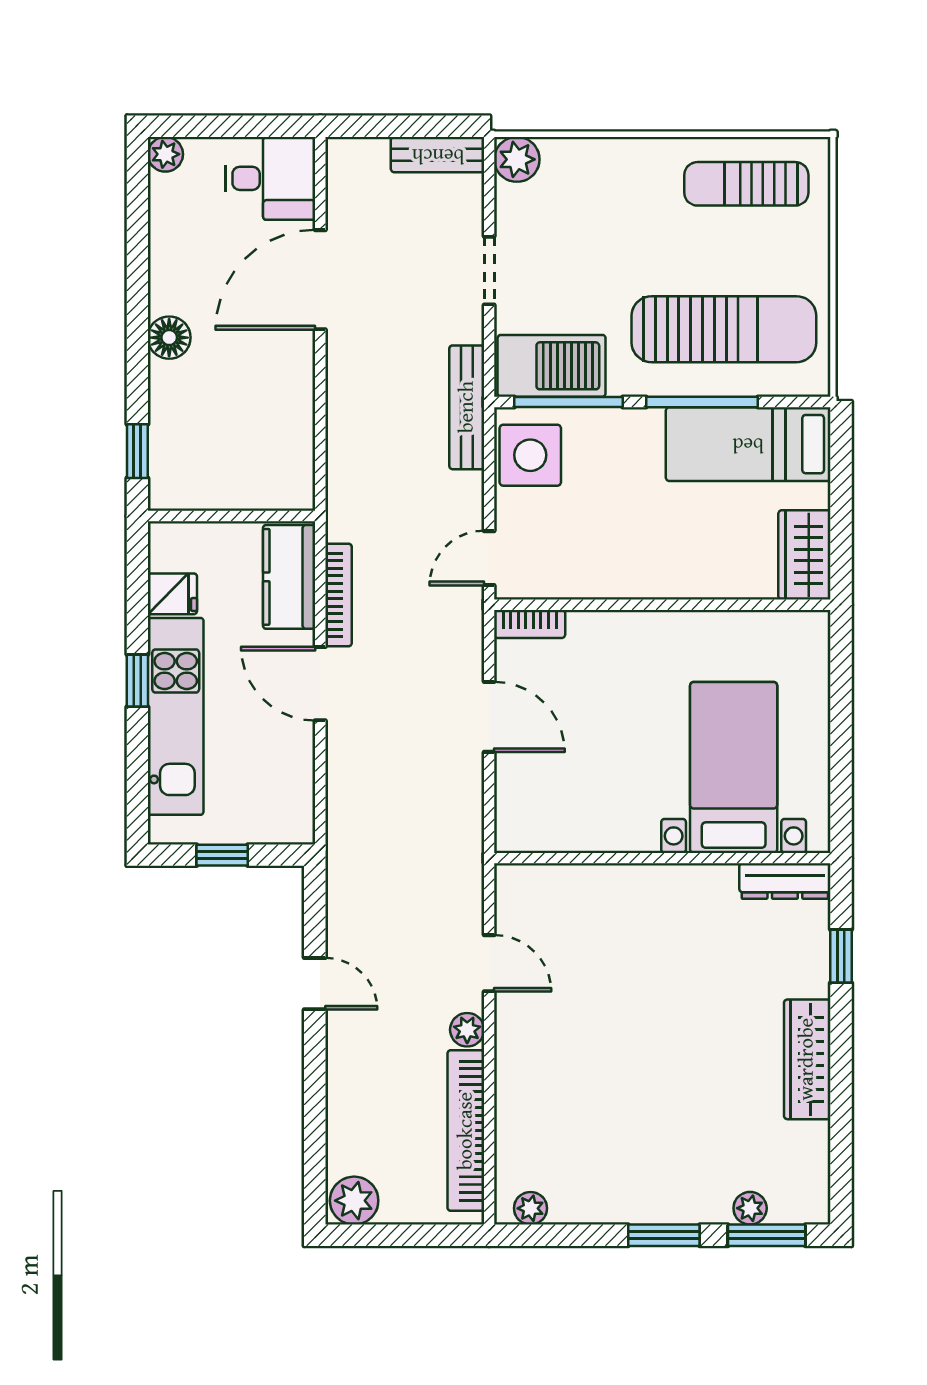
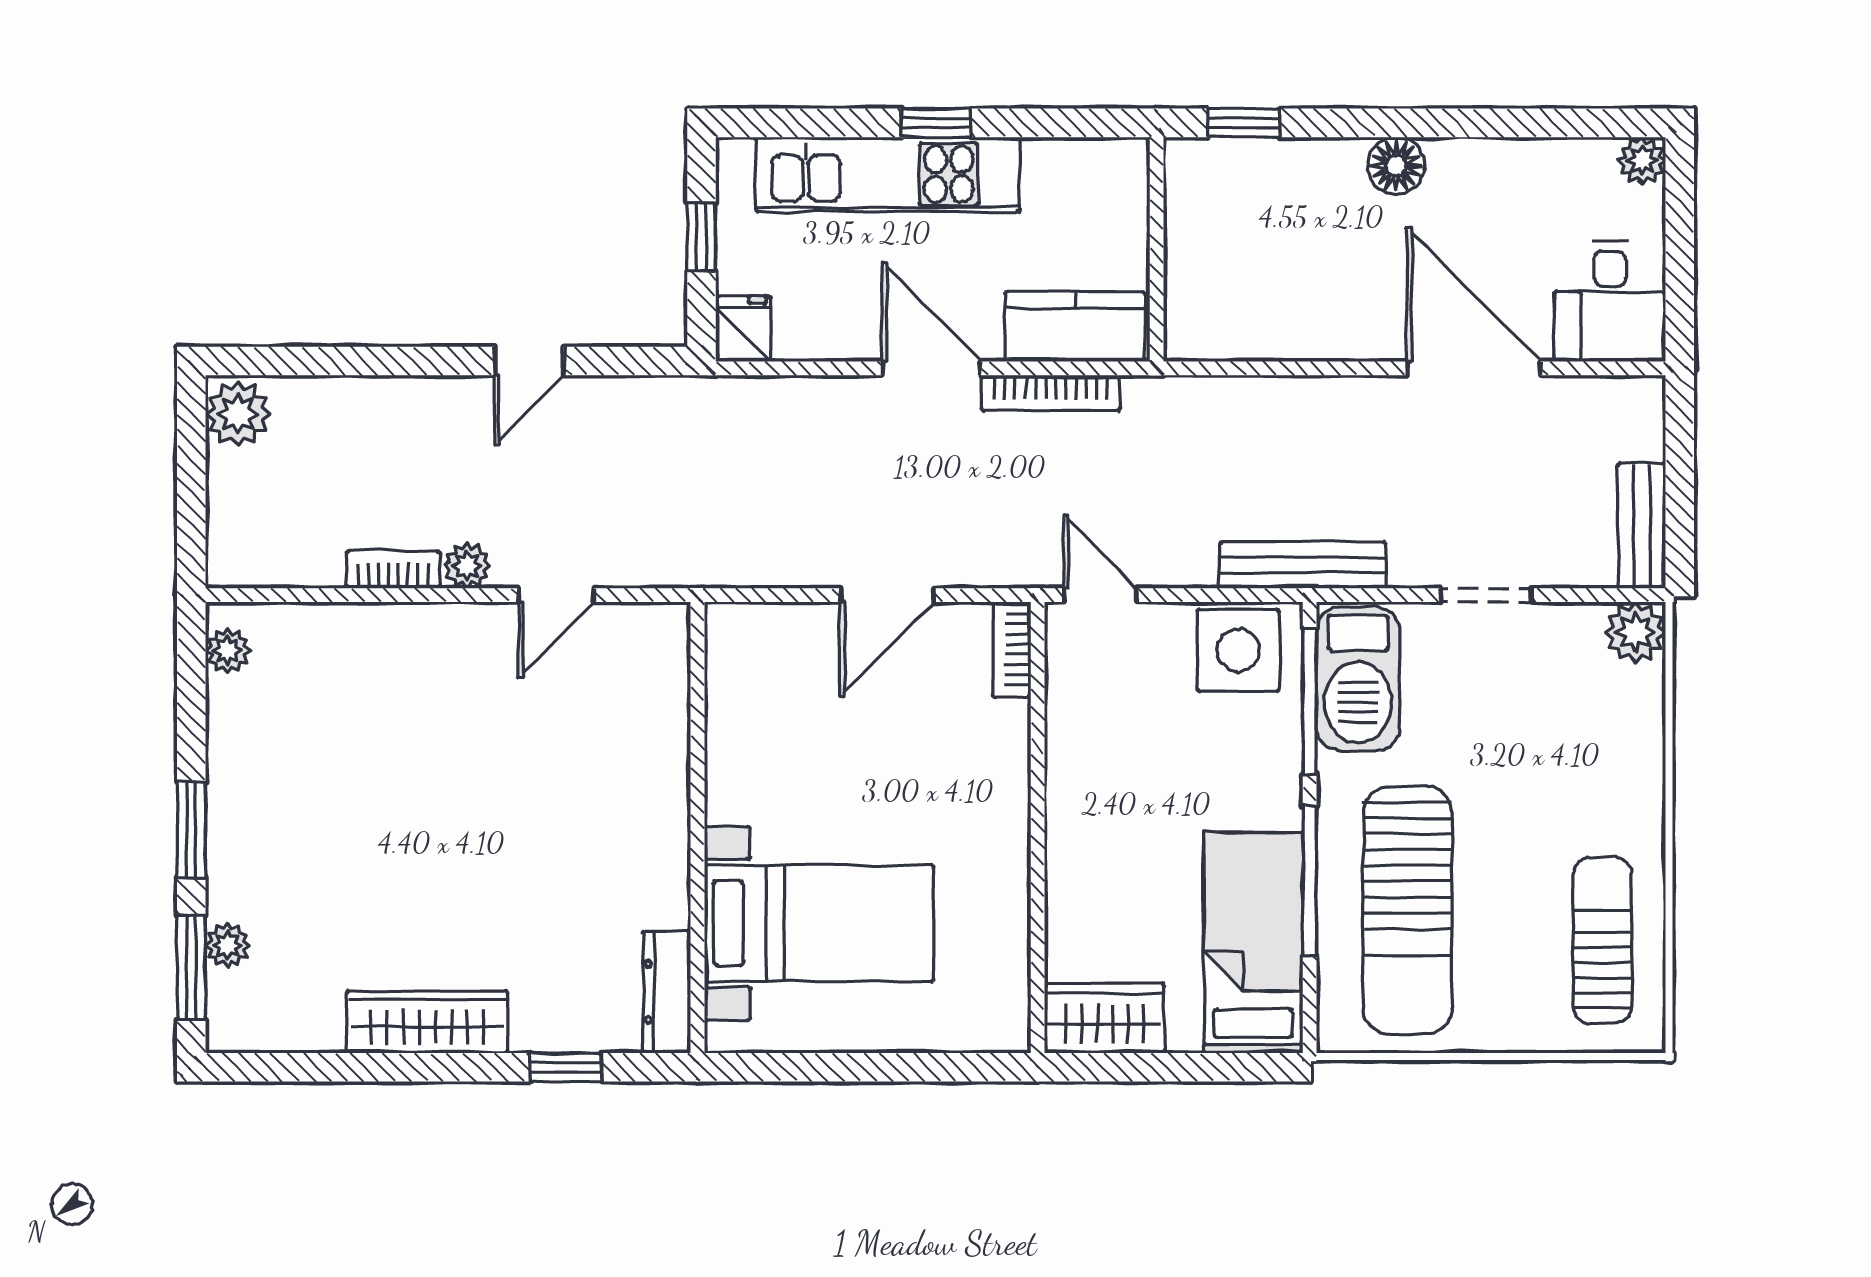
fridge: (172, 594) -> (743, 329), moved, turned 180
door: (320, 684) -> (932, 368), hinge flipped
bookcase: (466, 1131) -> (393, 570), width x0.43, depth x0.76

